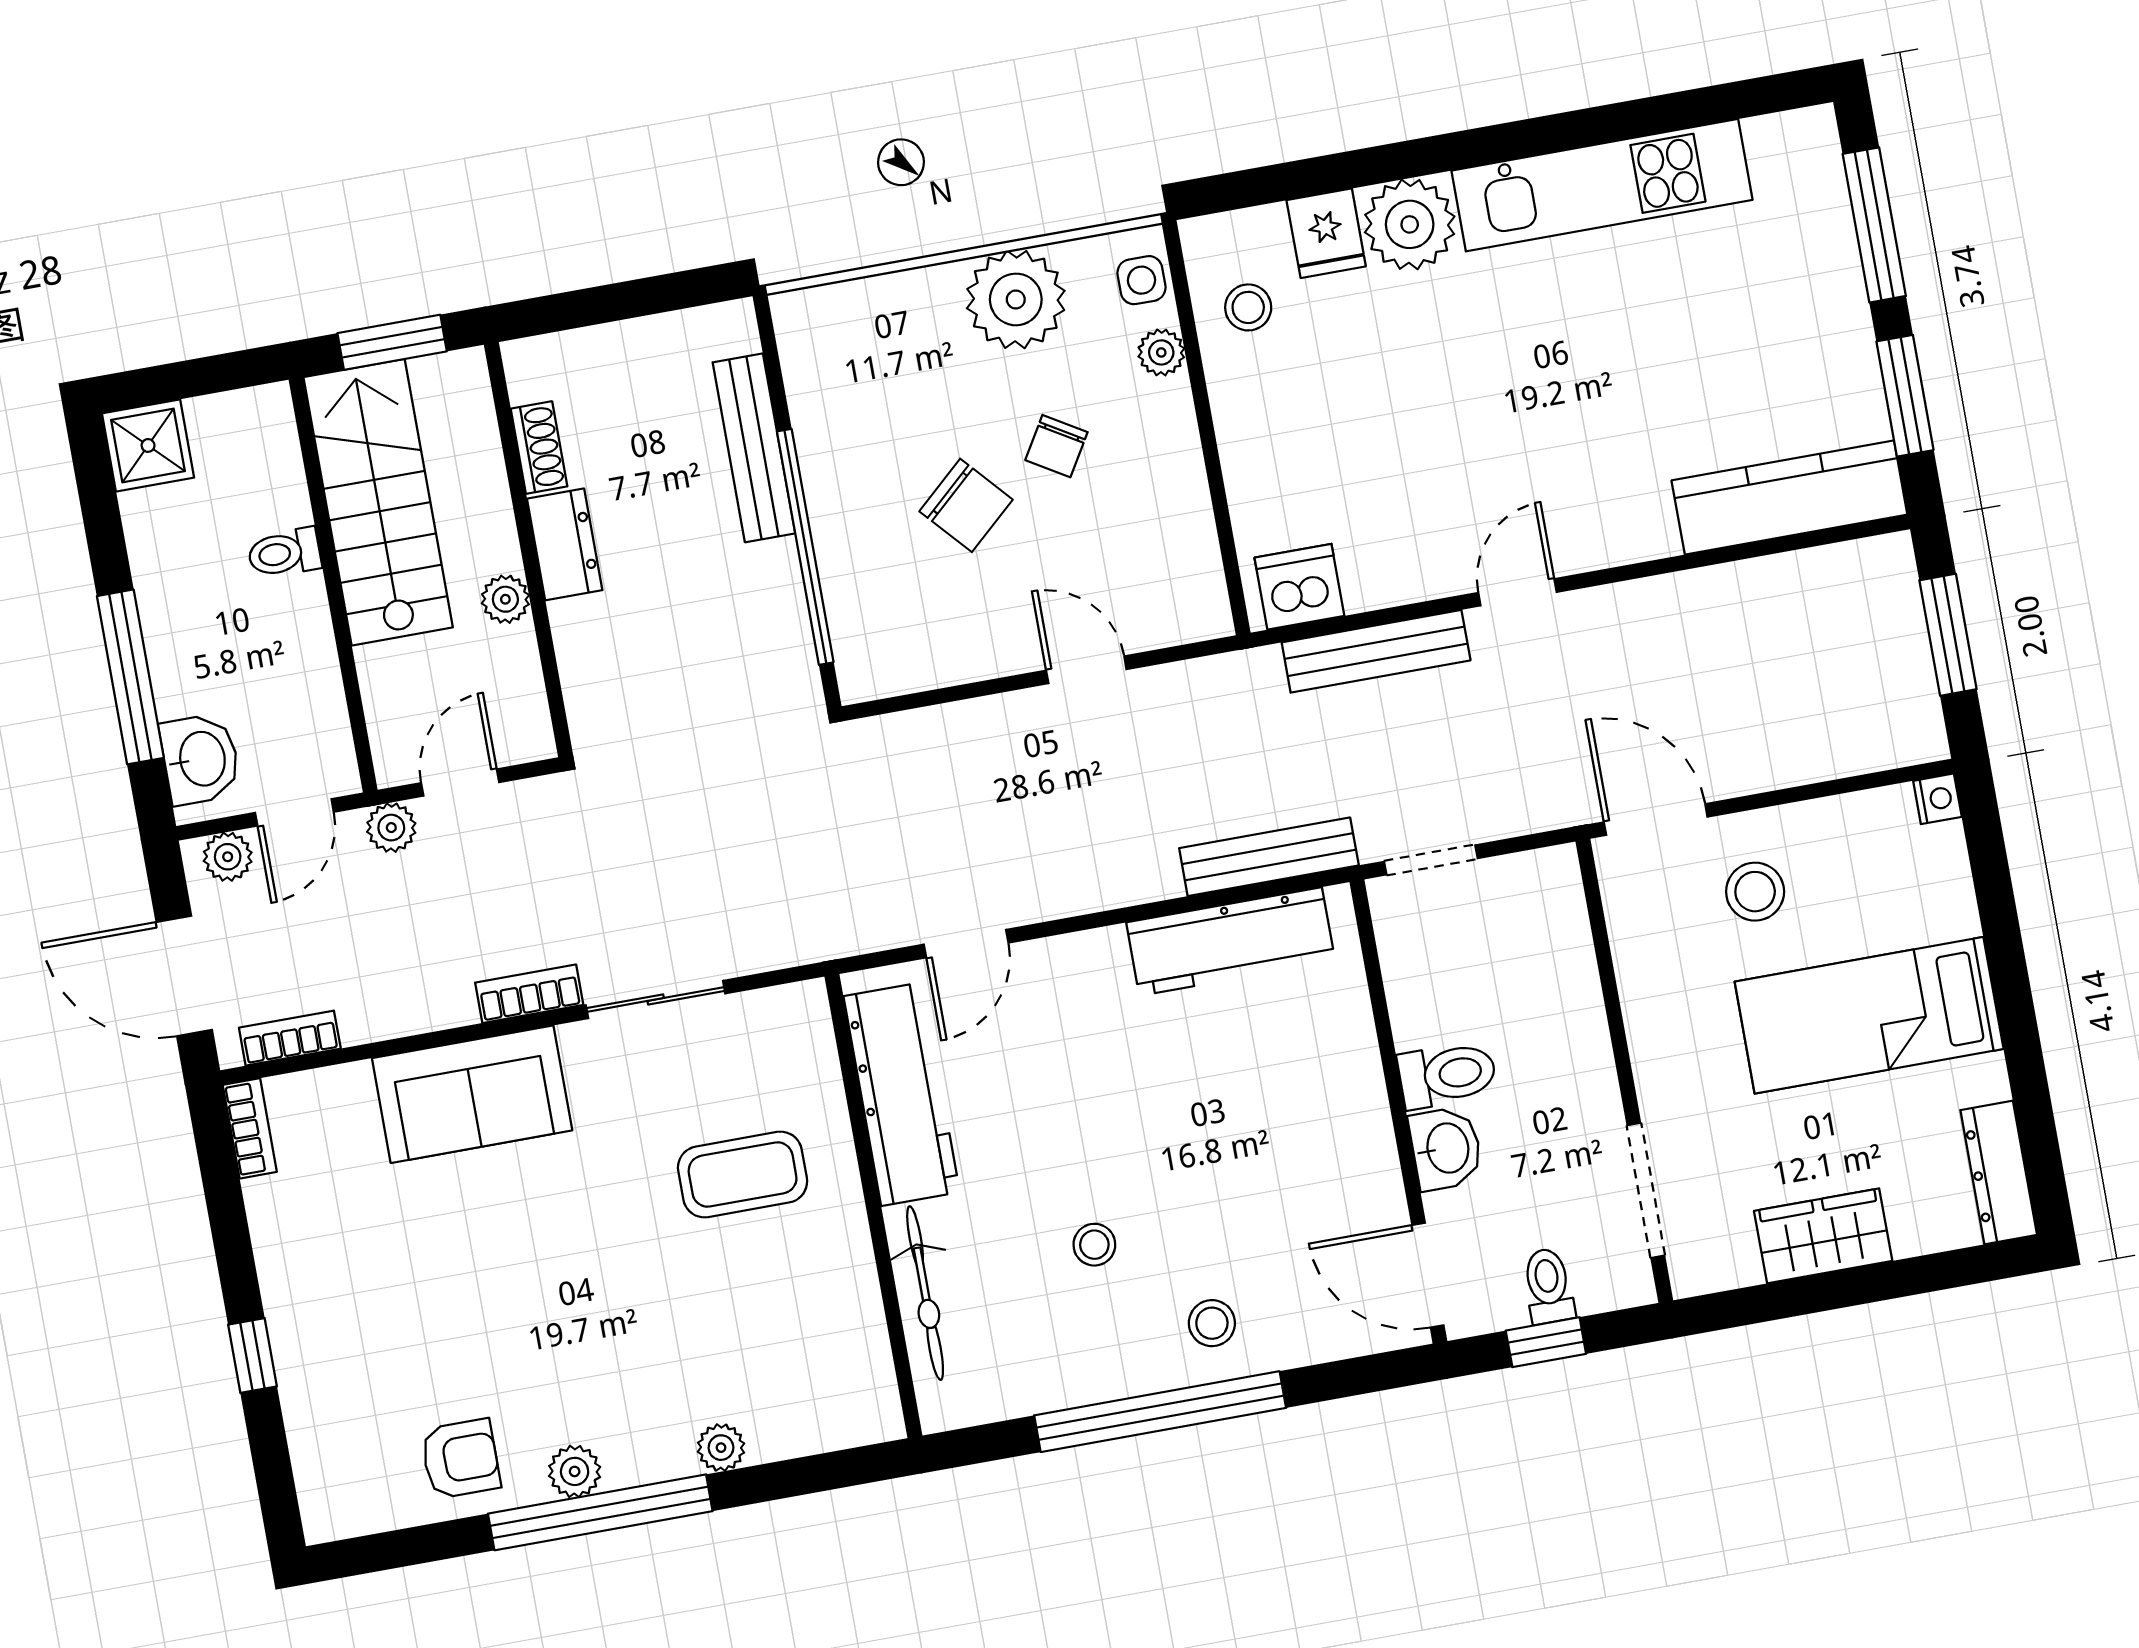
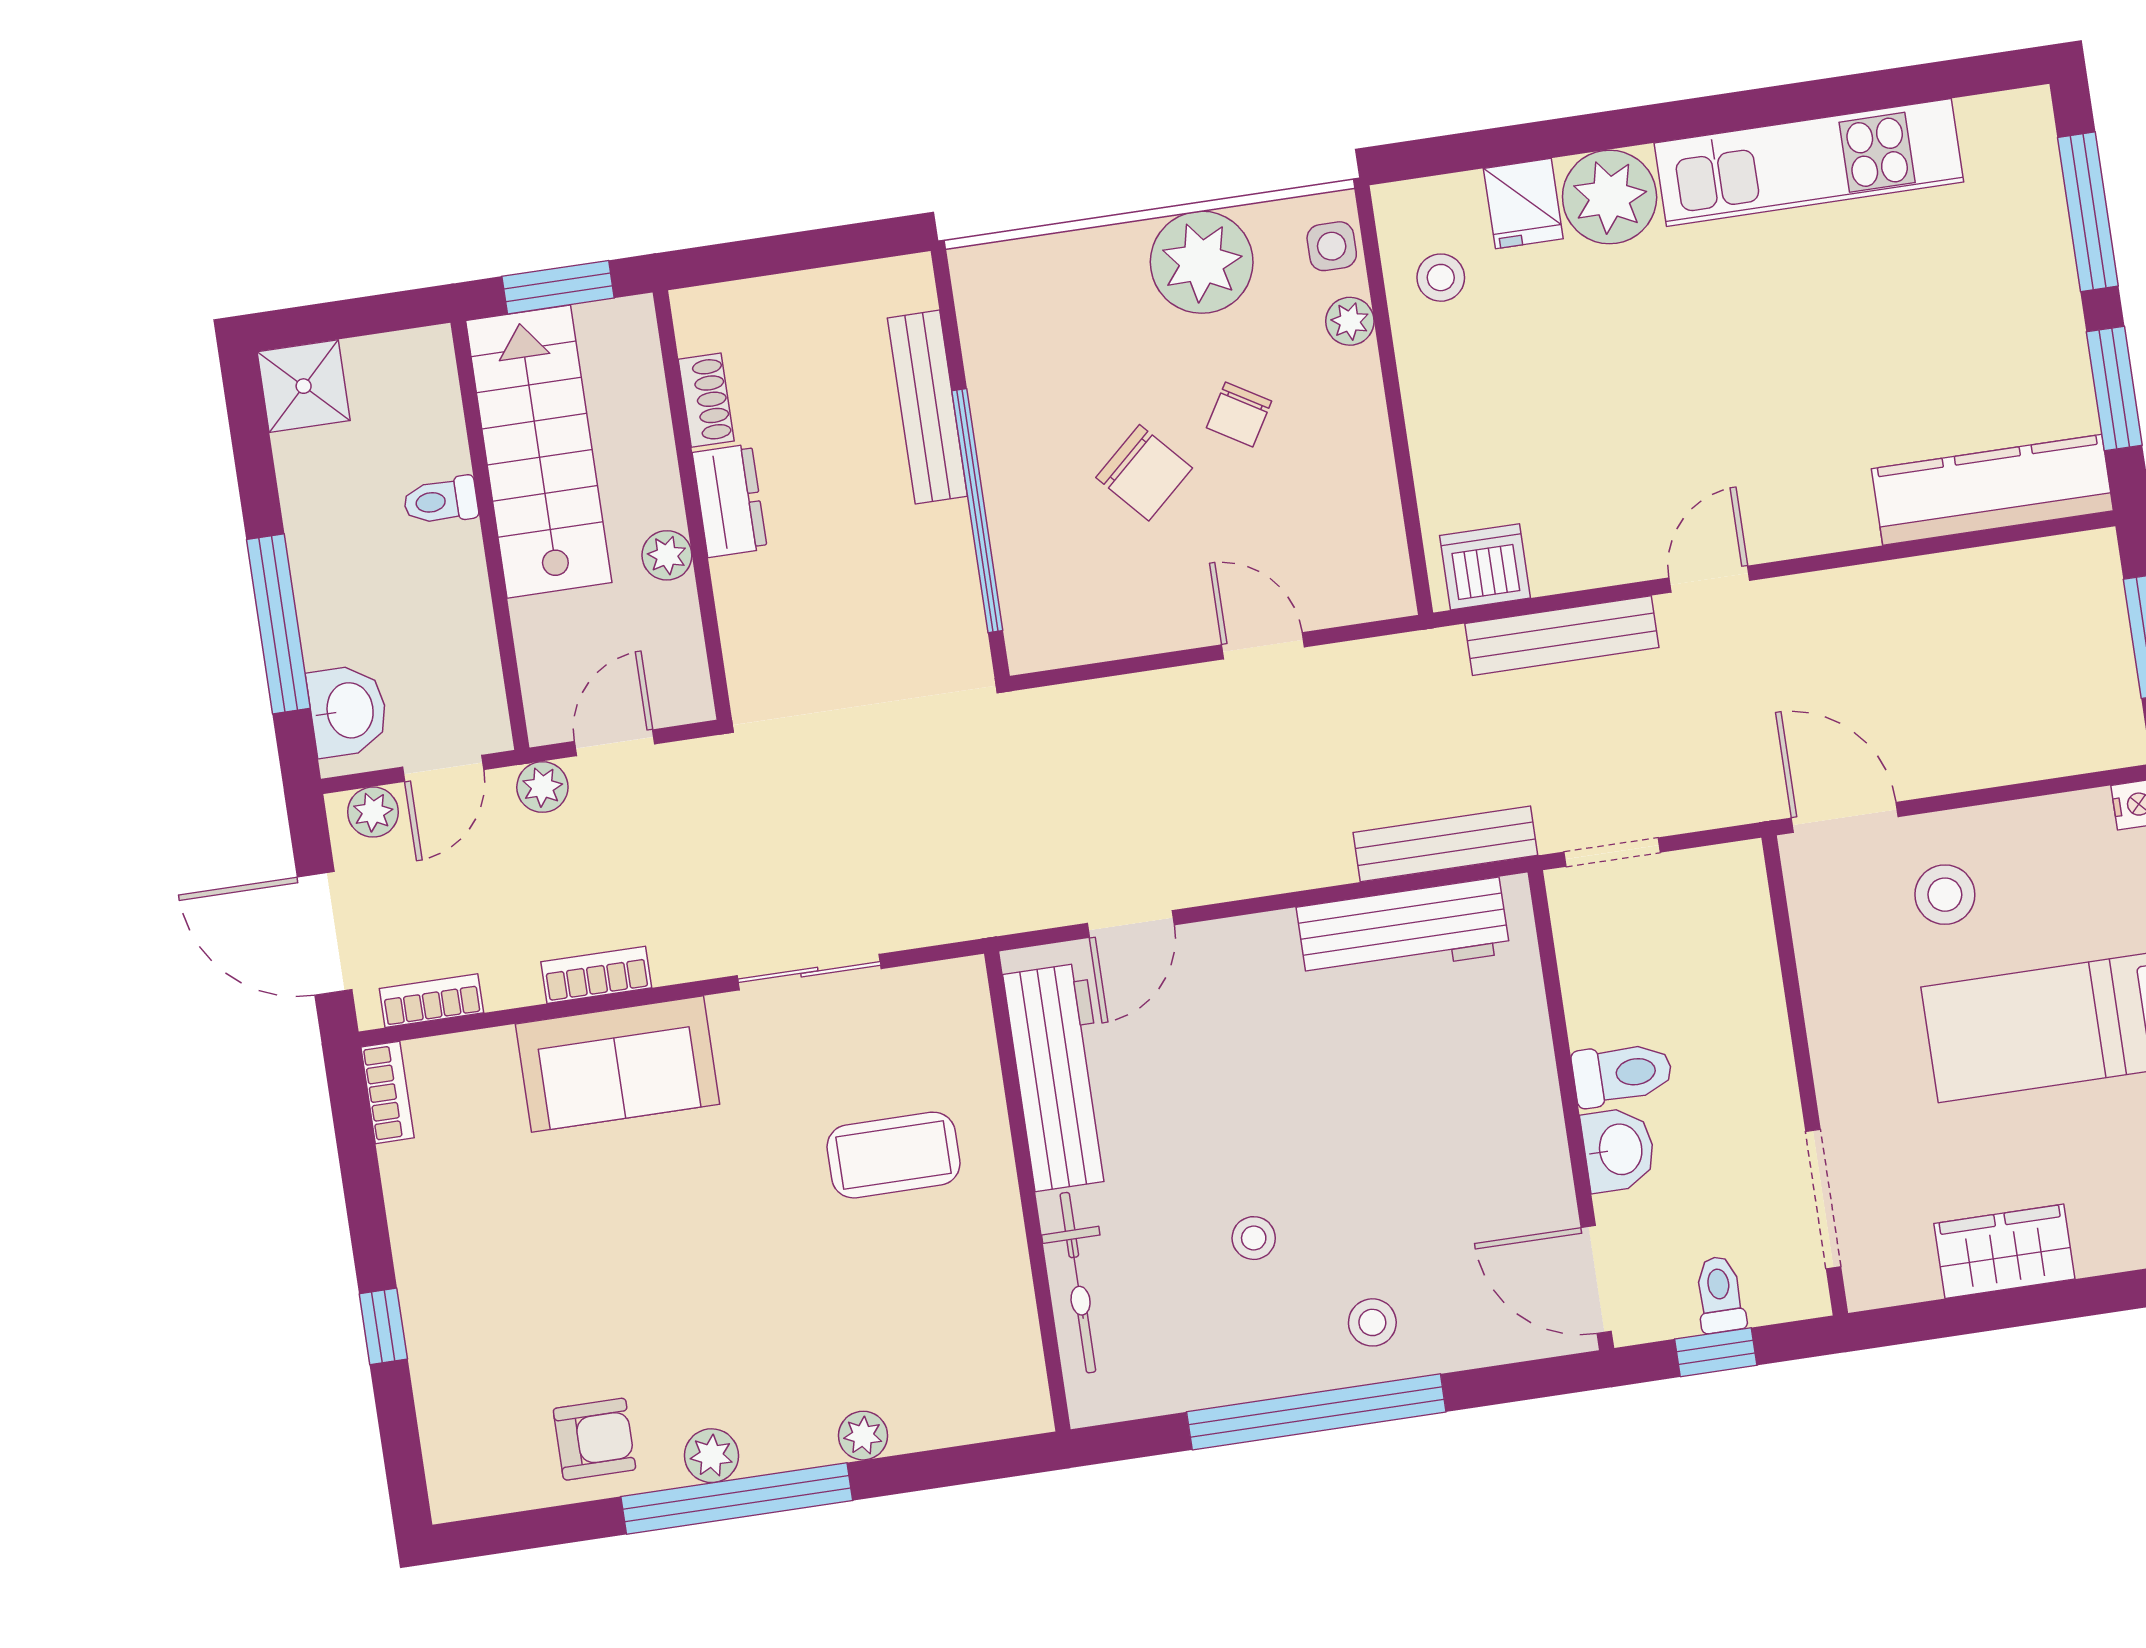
bookcase: (529, 994) -> (596, 975), moved

